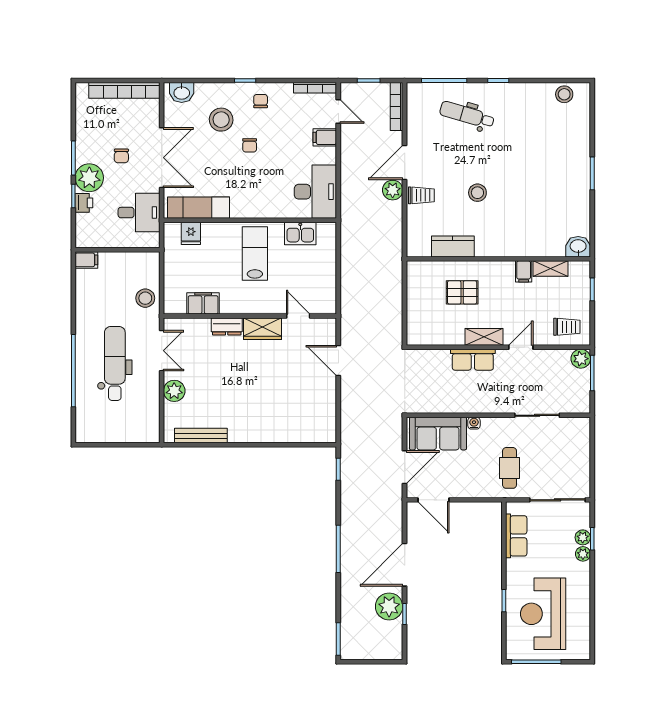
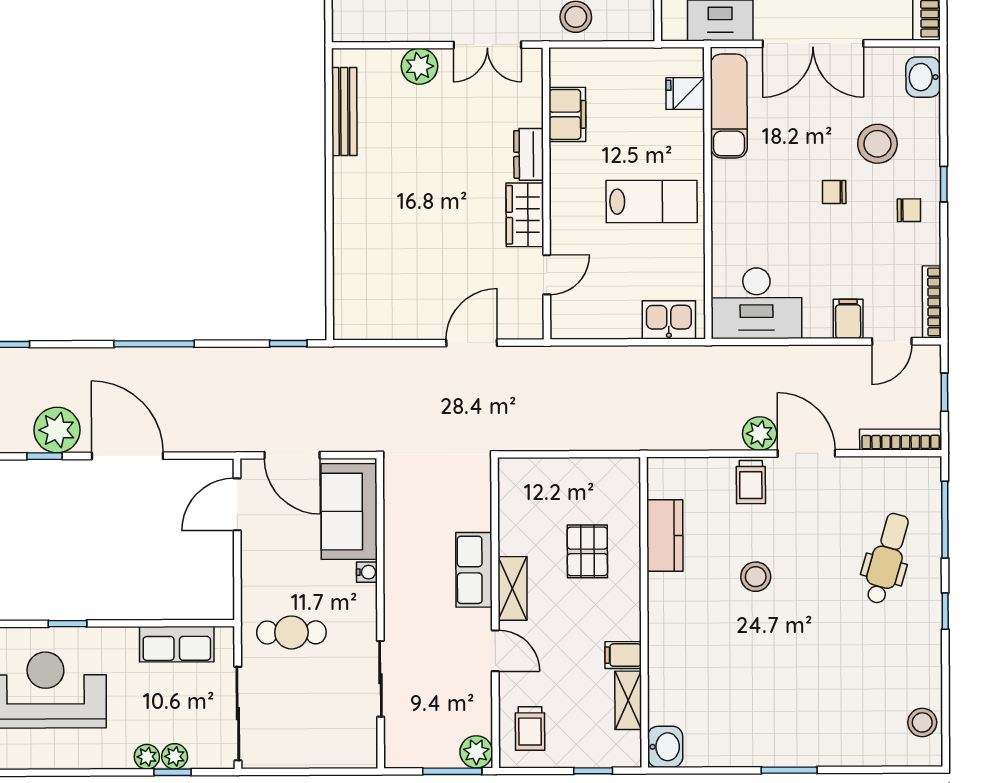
kitchen sink: (300, 233) -> (669, 320), moved, turned 90

